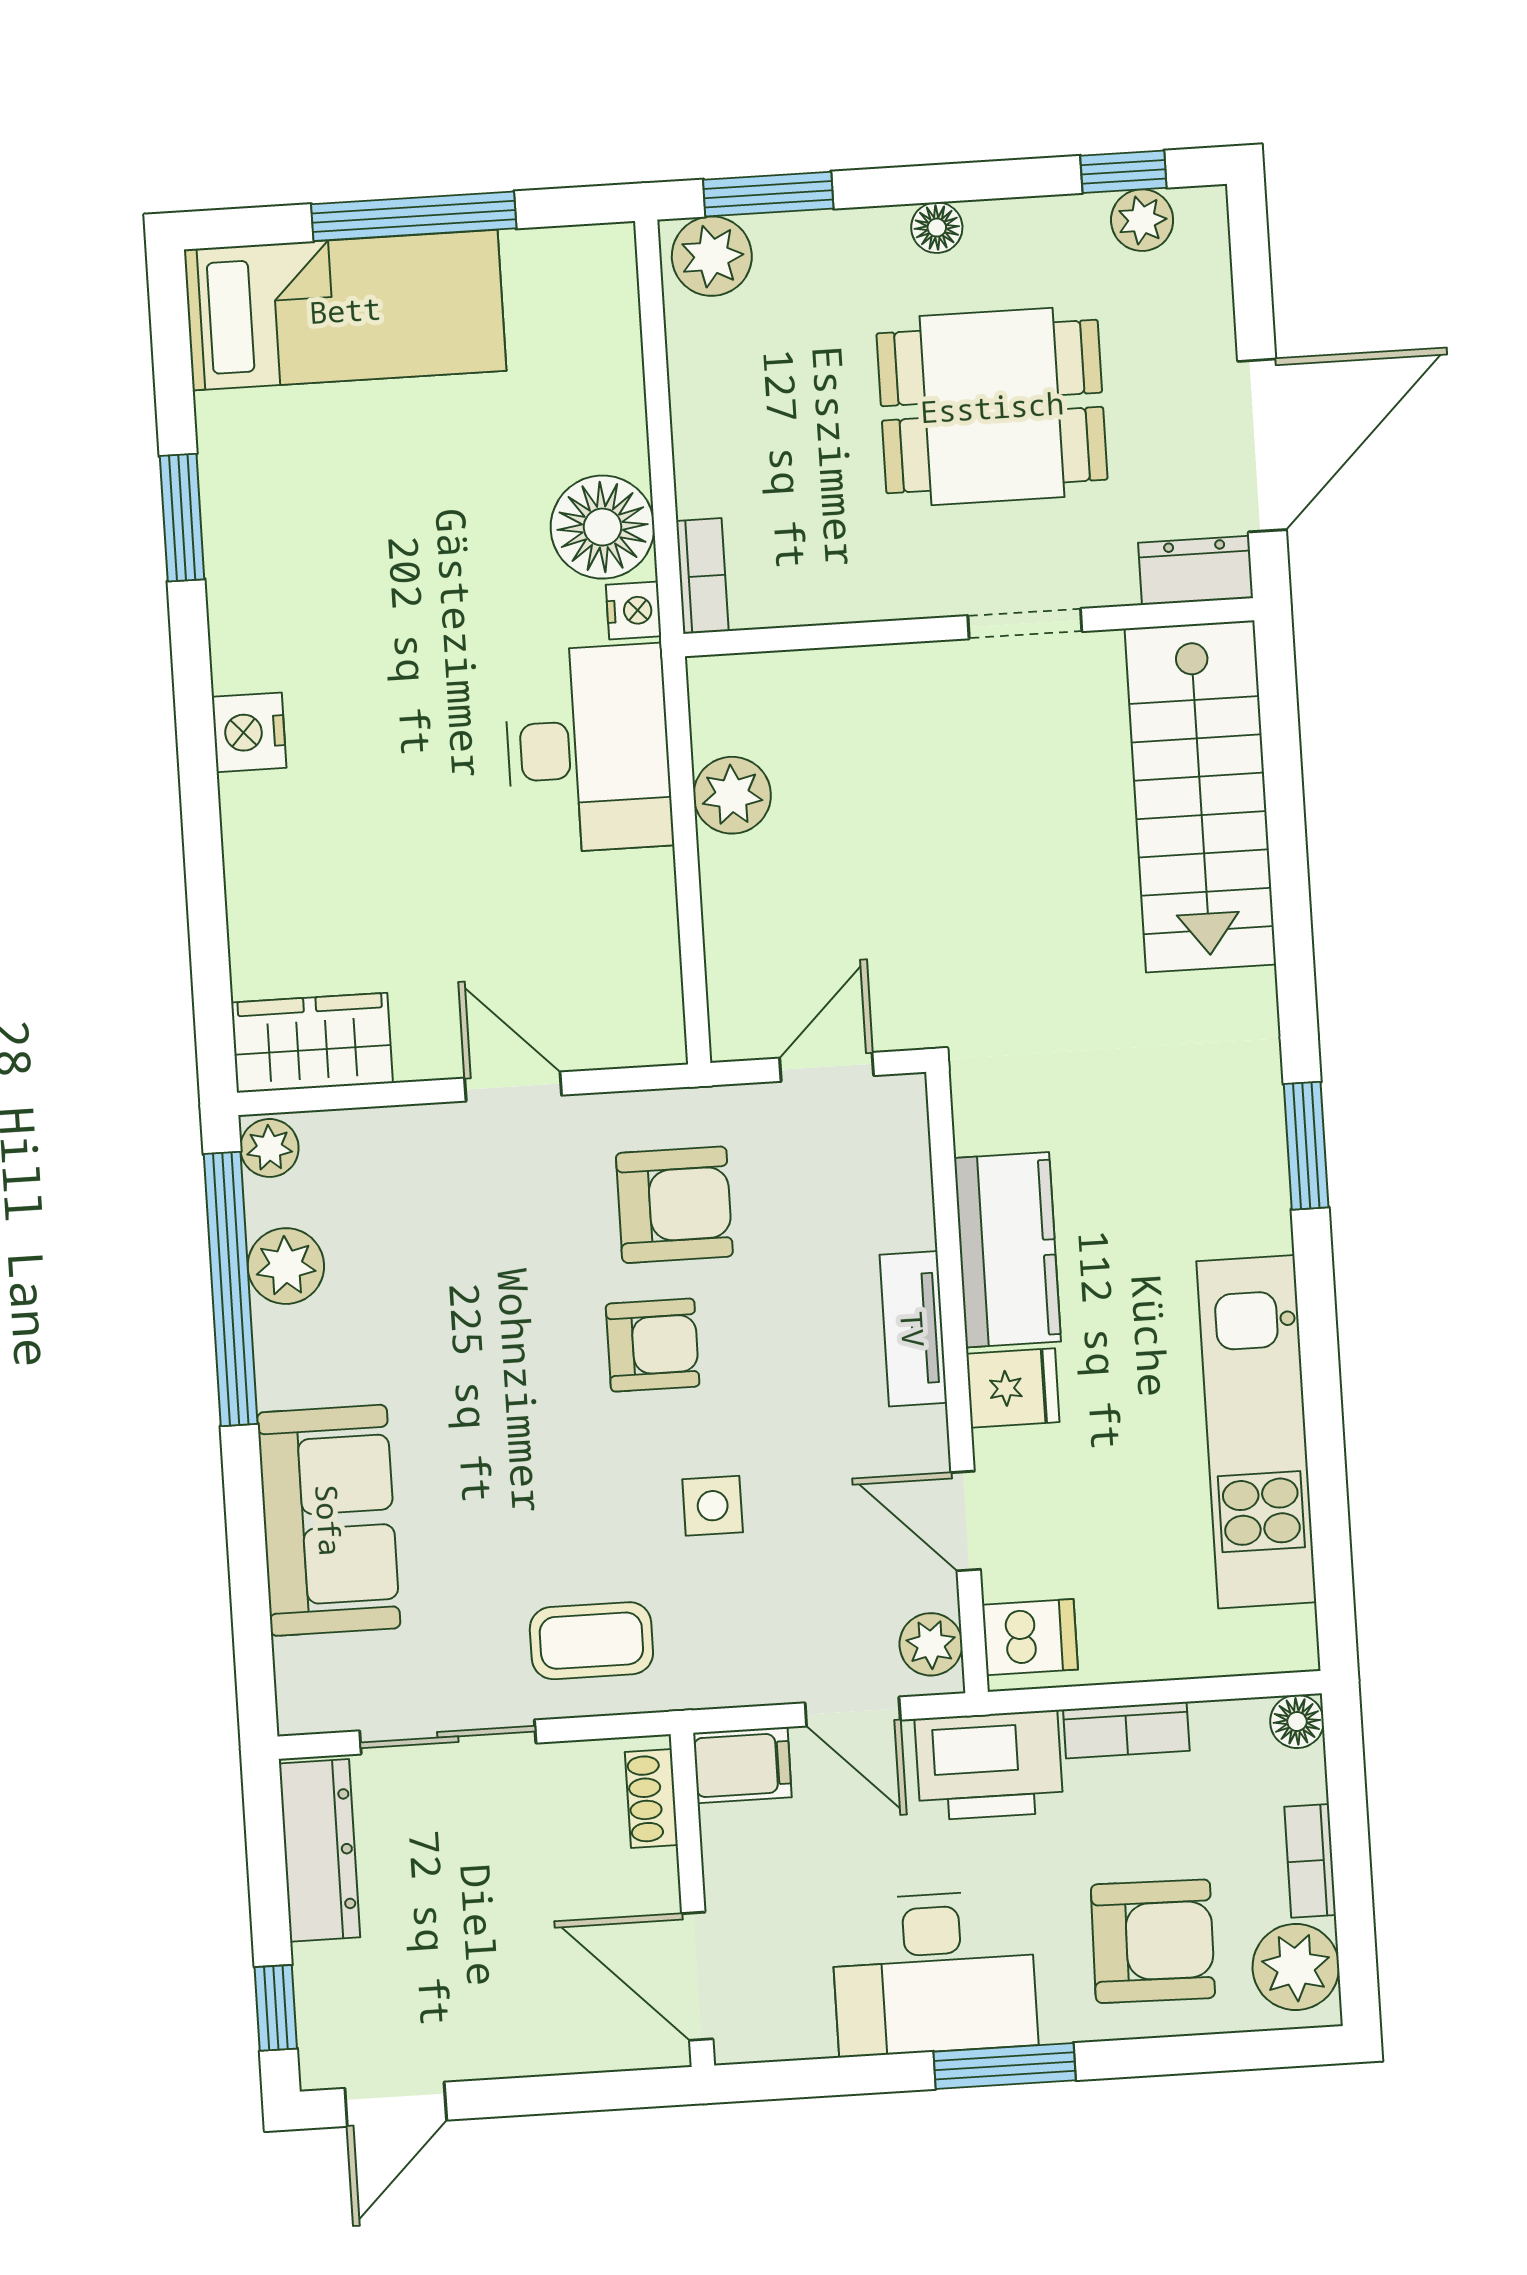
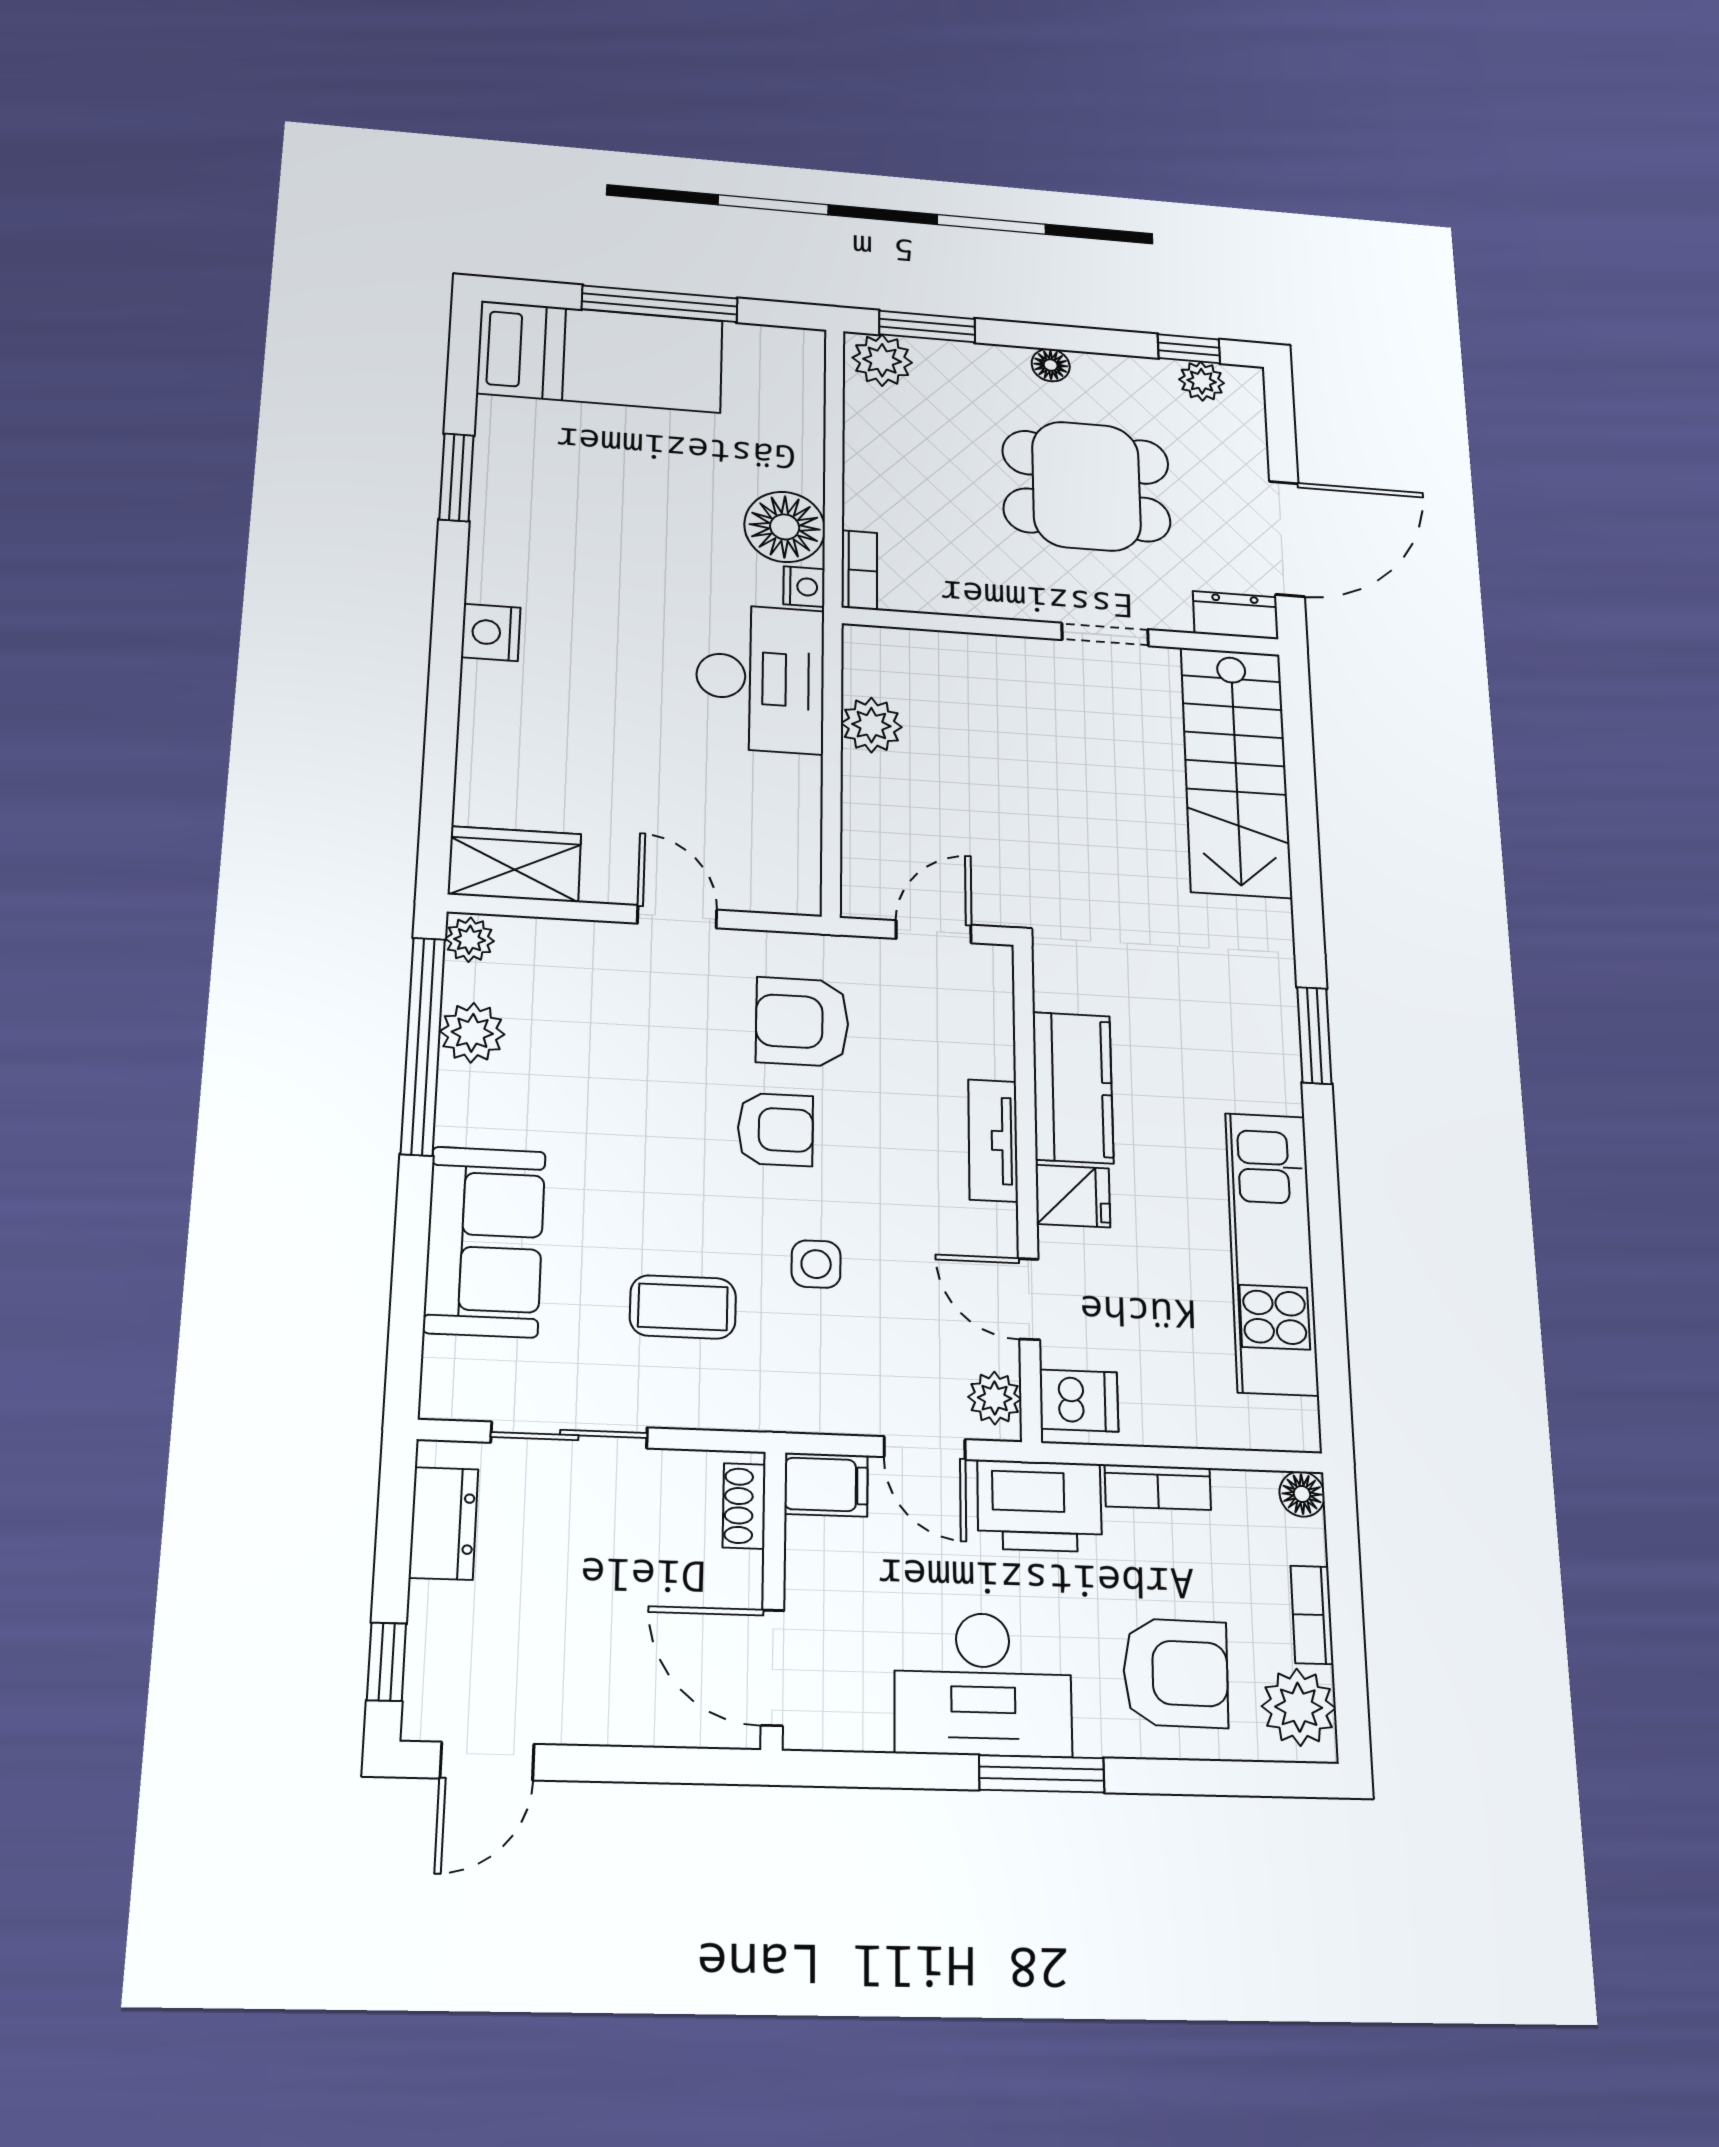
armchair: (674, 1205) -> (802, 1022), turned 180
coffee table: (591, 1641) -> (683, 1307), moved
dresser: (320, 1850) -> (444, 1523), width x0.70

